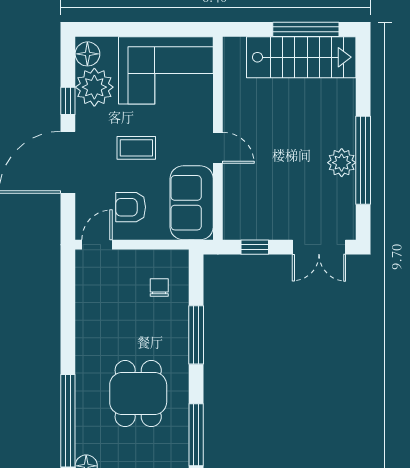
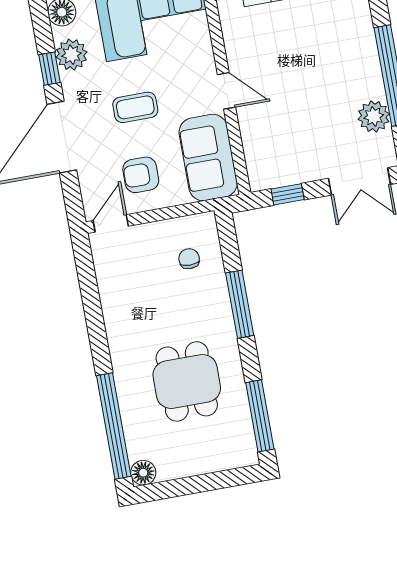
plant: (94, 87) -> (71, 55), width x0.73, depth x0.73
plant: (342, 163) -> (374, 116), moved

